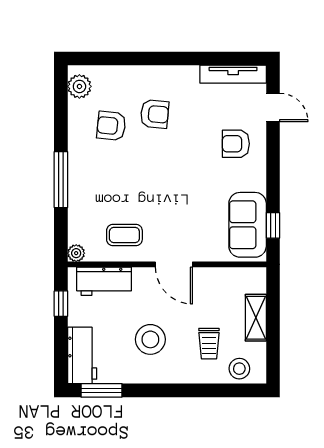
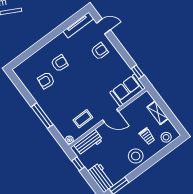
plant: (79, 86) -> (22, 74), removed
armchair: (236, 144) -> (100, 51), turned 180
sofa: (248, 225) -> (128, 90), moved, turned 90
stool: (150, 339) -> (136, 156), moved

